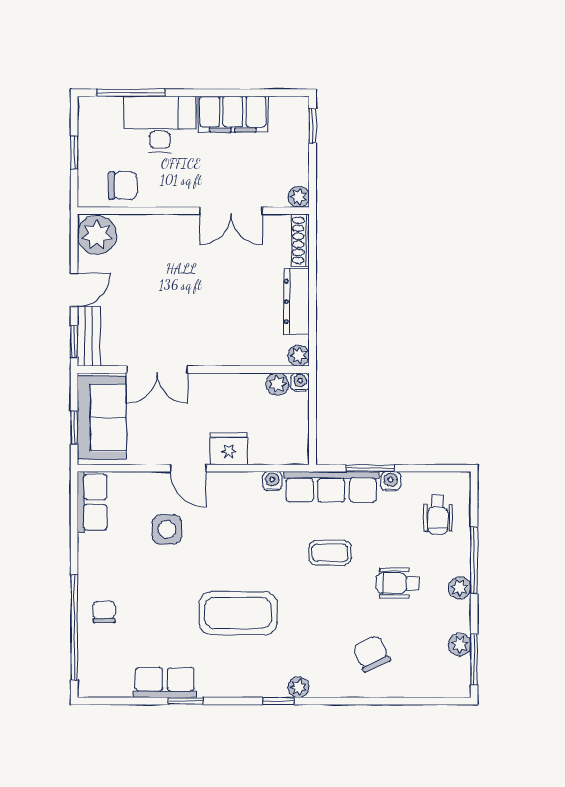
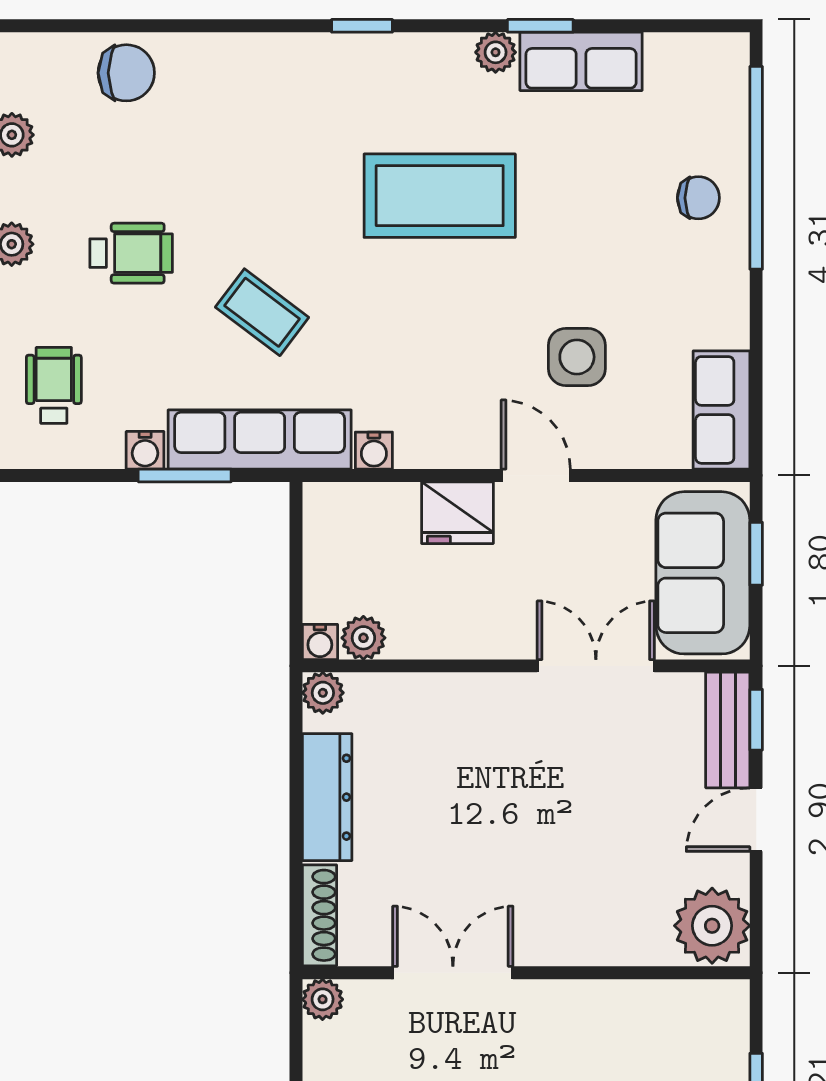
chair: (123, 185) -> (662, 1021), removed
coffee table: (330, 553) -> (262, 312), turned 37
chair: (104, 612) -> (698, 198), turned -90
chair: (371, 654) -> (126, 73), moved, turned -65
plant: (299, 687) -> (496, 52), moved

